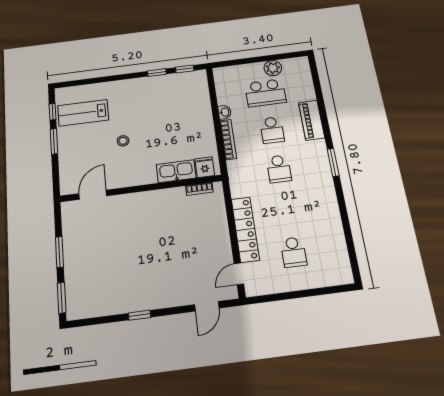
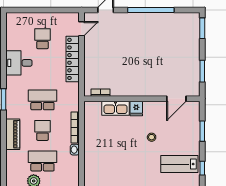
lab bench: (83, 113) -> (179, 164), turned 180
window: (54, 141) -> (202, 131), moved
fridge: (205, 167) -> (136, 108), moved
school desk: (279, 169) -> (42, 100), width x1.85
desk: (321, 214) -> (19, 63), added
window: (59, 252) -> (202, 71), moved
window: (140, 315) -> (151, 10), width x3.17

